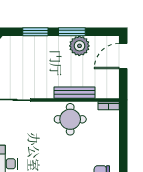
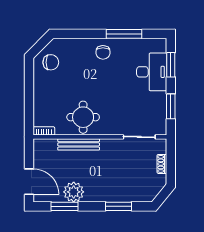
window: (72, 32) -> (65, 206), moved
door: (123, 56) -> (29, 182), hinge flipped

